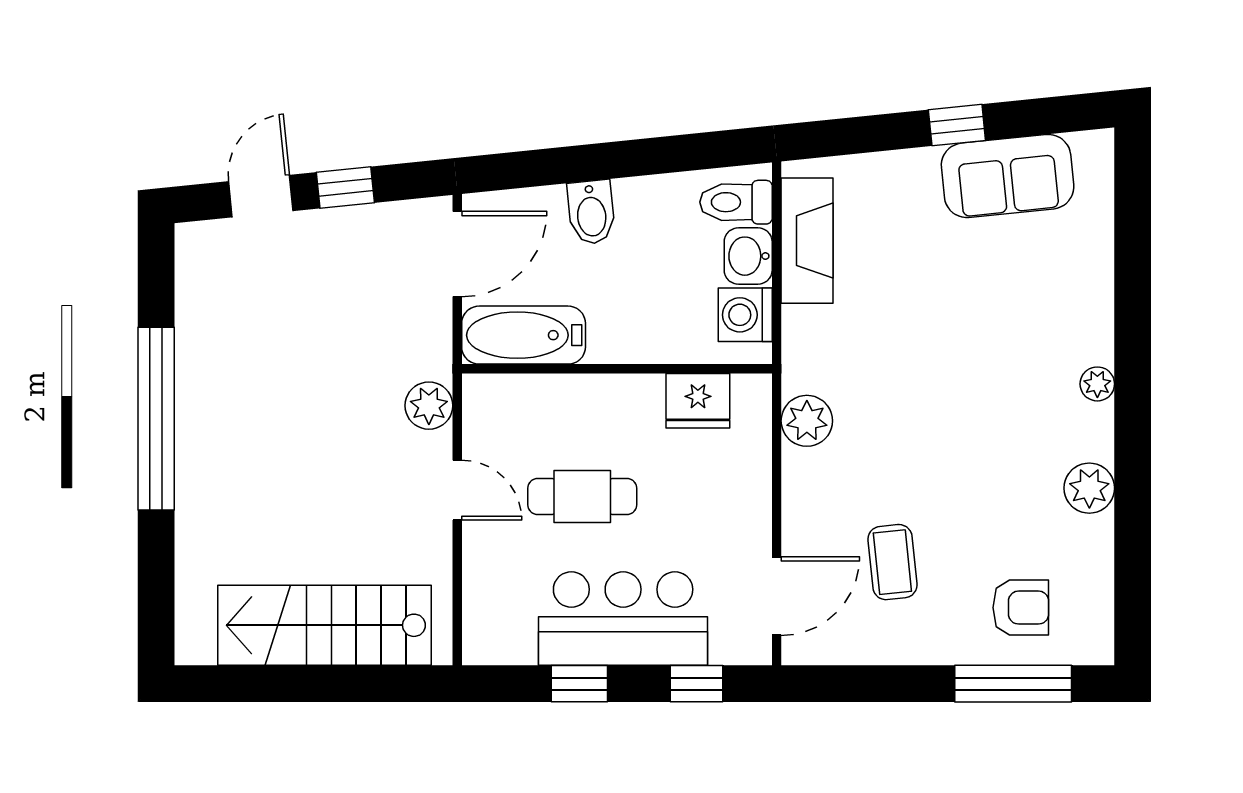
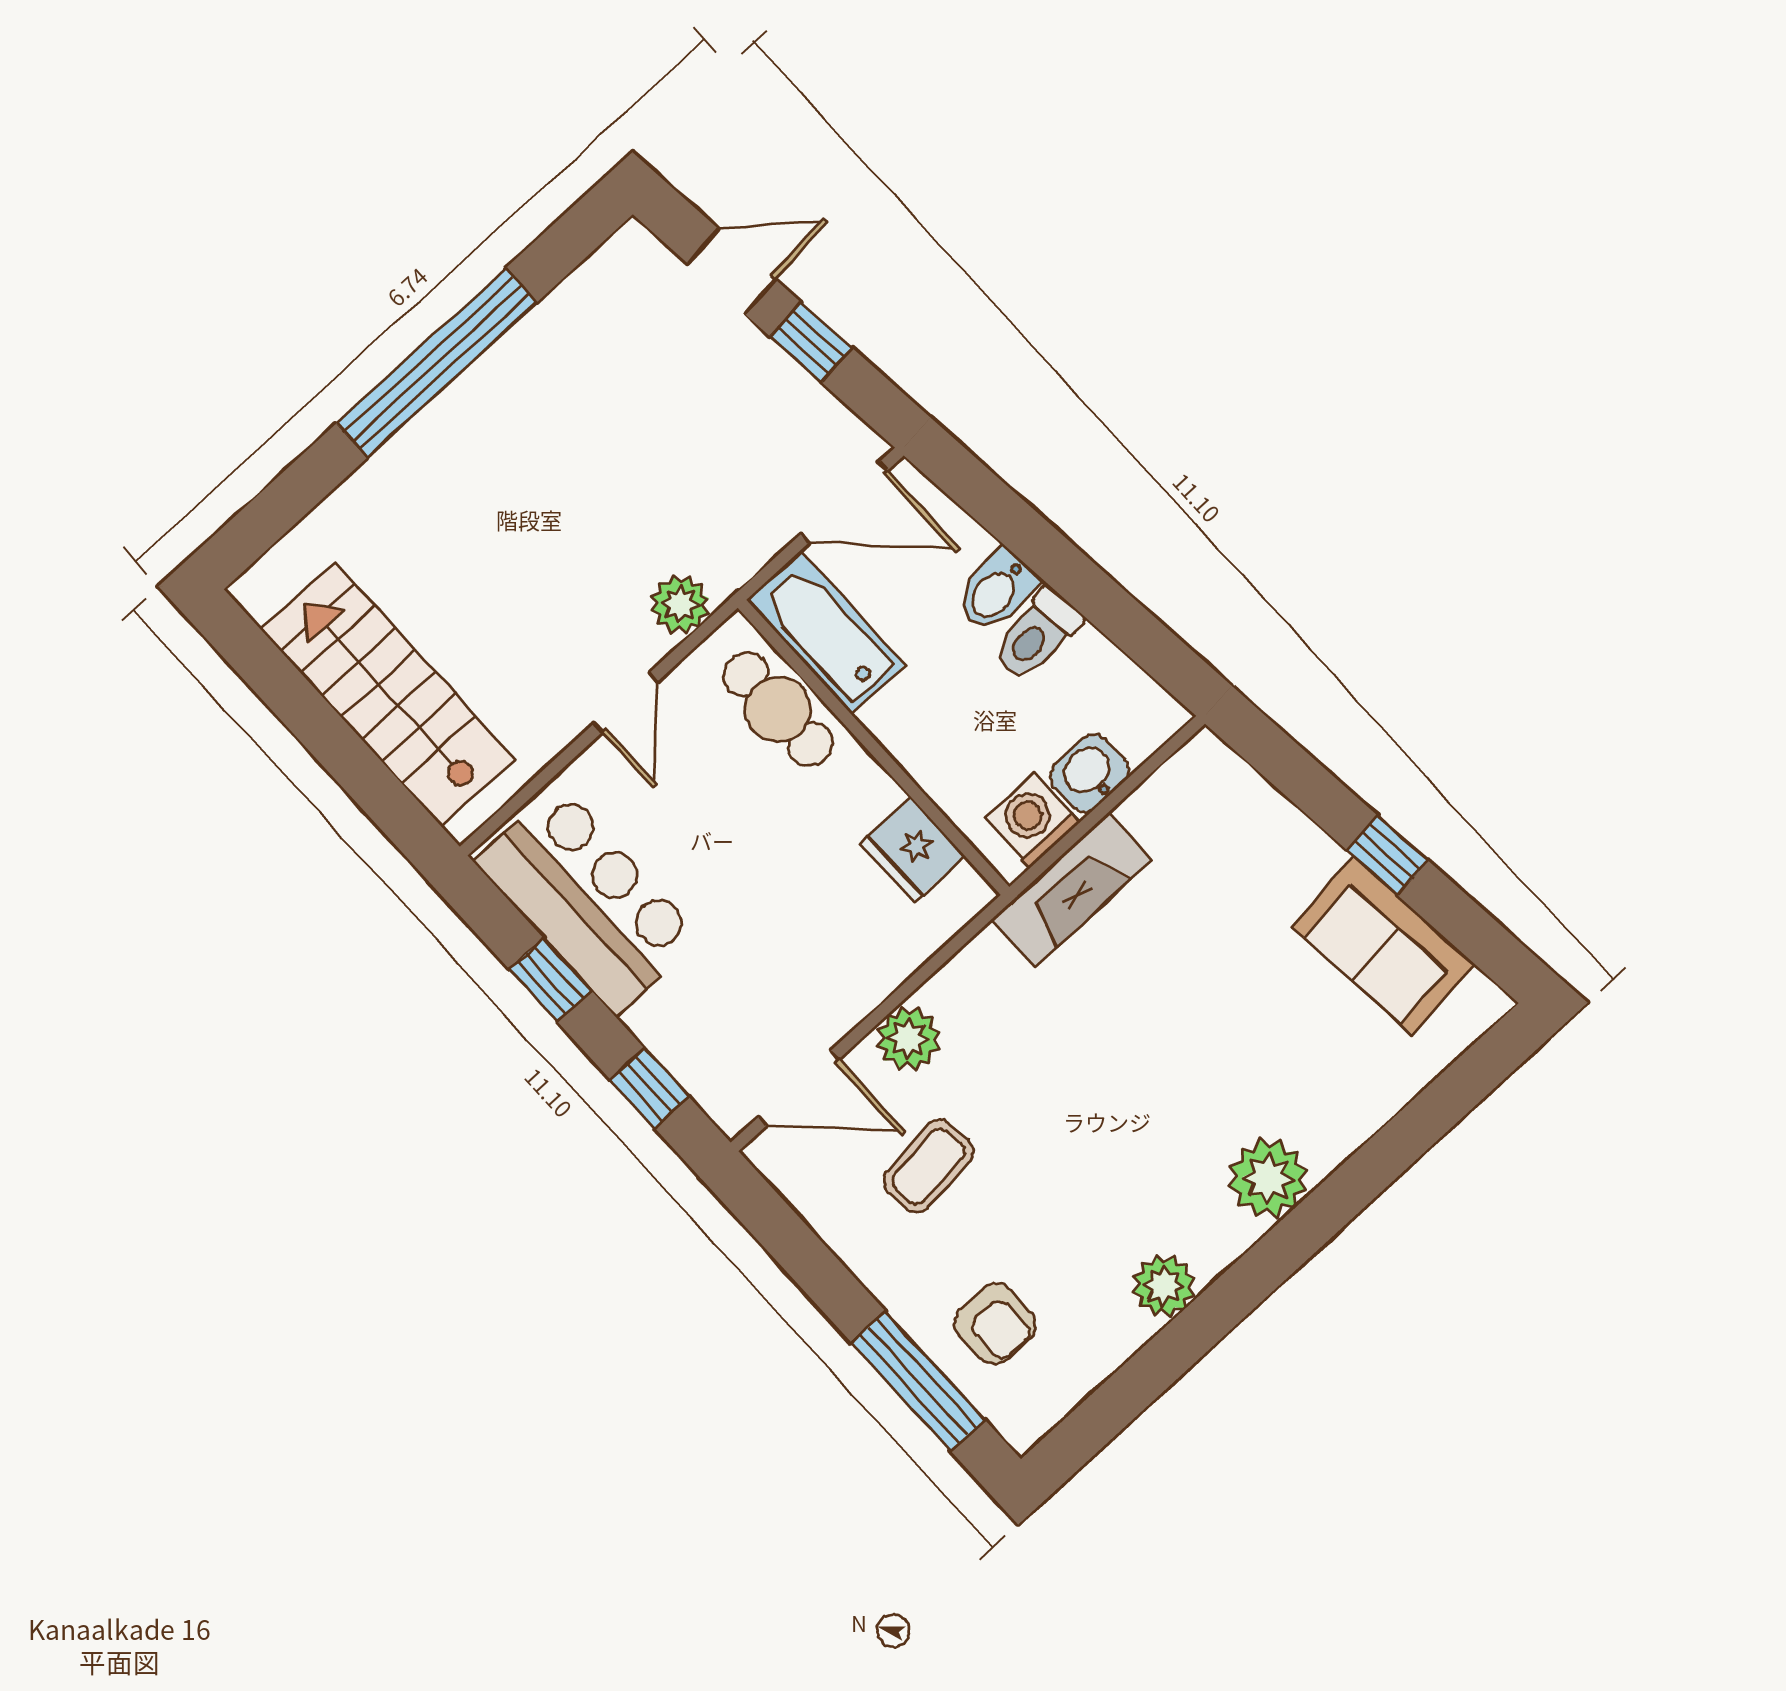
toilet: (736, 202) -> (1037, 635), moved, turned -96
fireplace: (807, 241) -> (1072, 889), moved
plant: (1097, 384) -> (1268, 1178), width x1.88, depth x1.88
plant: (807, 421) -> (909, 1039), moved
cafe table: (582, 496) -> (778, 709), moved
bar counter: (623, 619) -> (588, 900), moved

